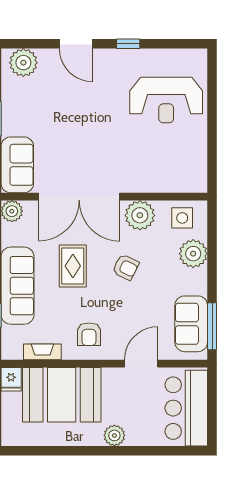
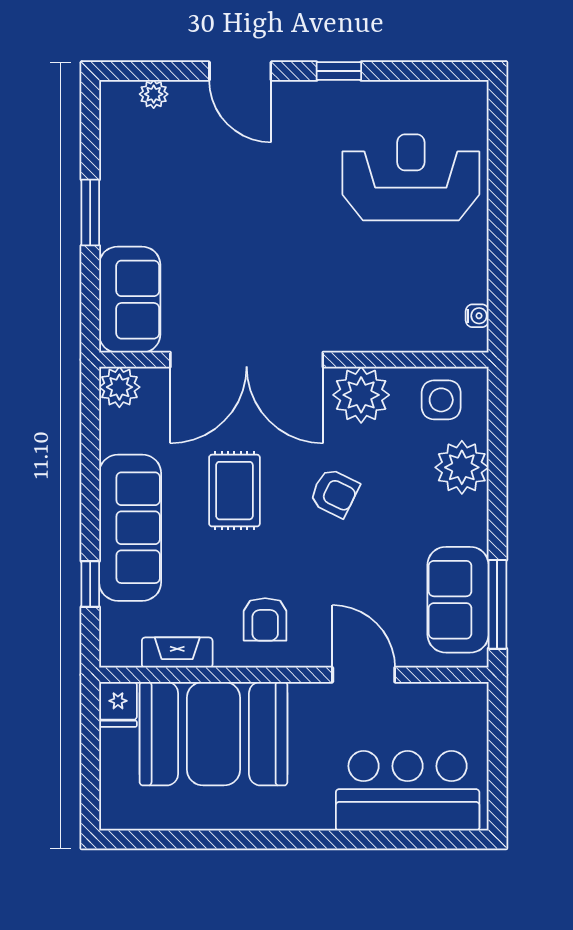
plant: (23, 63) -> (154, 94), width x0.53, depth x0.53
reception desk: (166, 100) -> (411, 177), turned 180
water cooler: (201, 173) -> (477, 316), added
door: (141, 364) -> (364, 675), hinge flipped
bar counter: (186, 408) -> (408, 791), moved, turned 90
plant: (114, 435) -> (313, 811), removed

